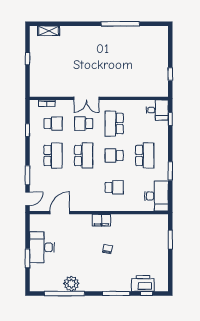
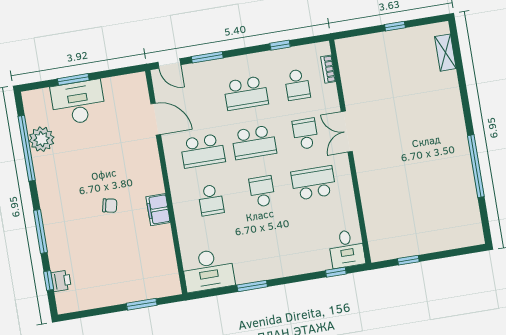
school desk: (145, 155) -> (203, 151), moved
filing cabinet: (101, 220) -> (158, 210), moved
desk: (42, 247) -> (78, 102), moved
printer: (143, 283) -> (61, 281), width x0.53, depth x0.68
plant: (71, 284) -> (42, 139), moved

